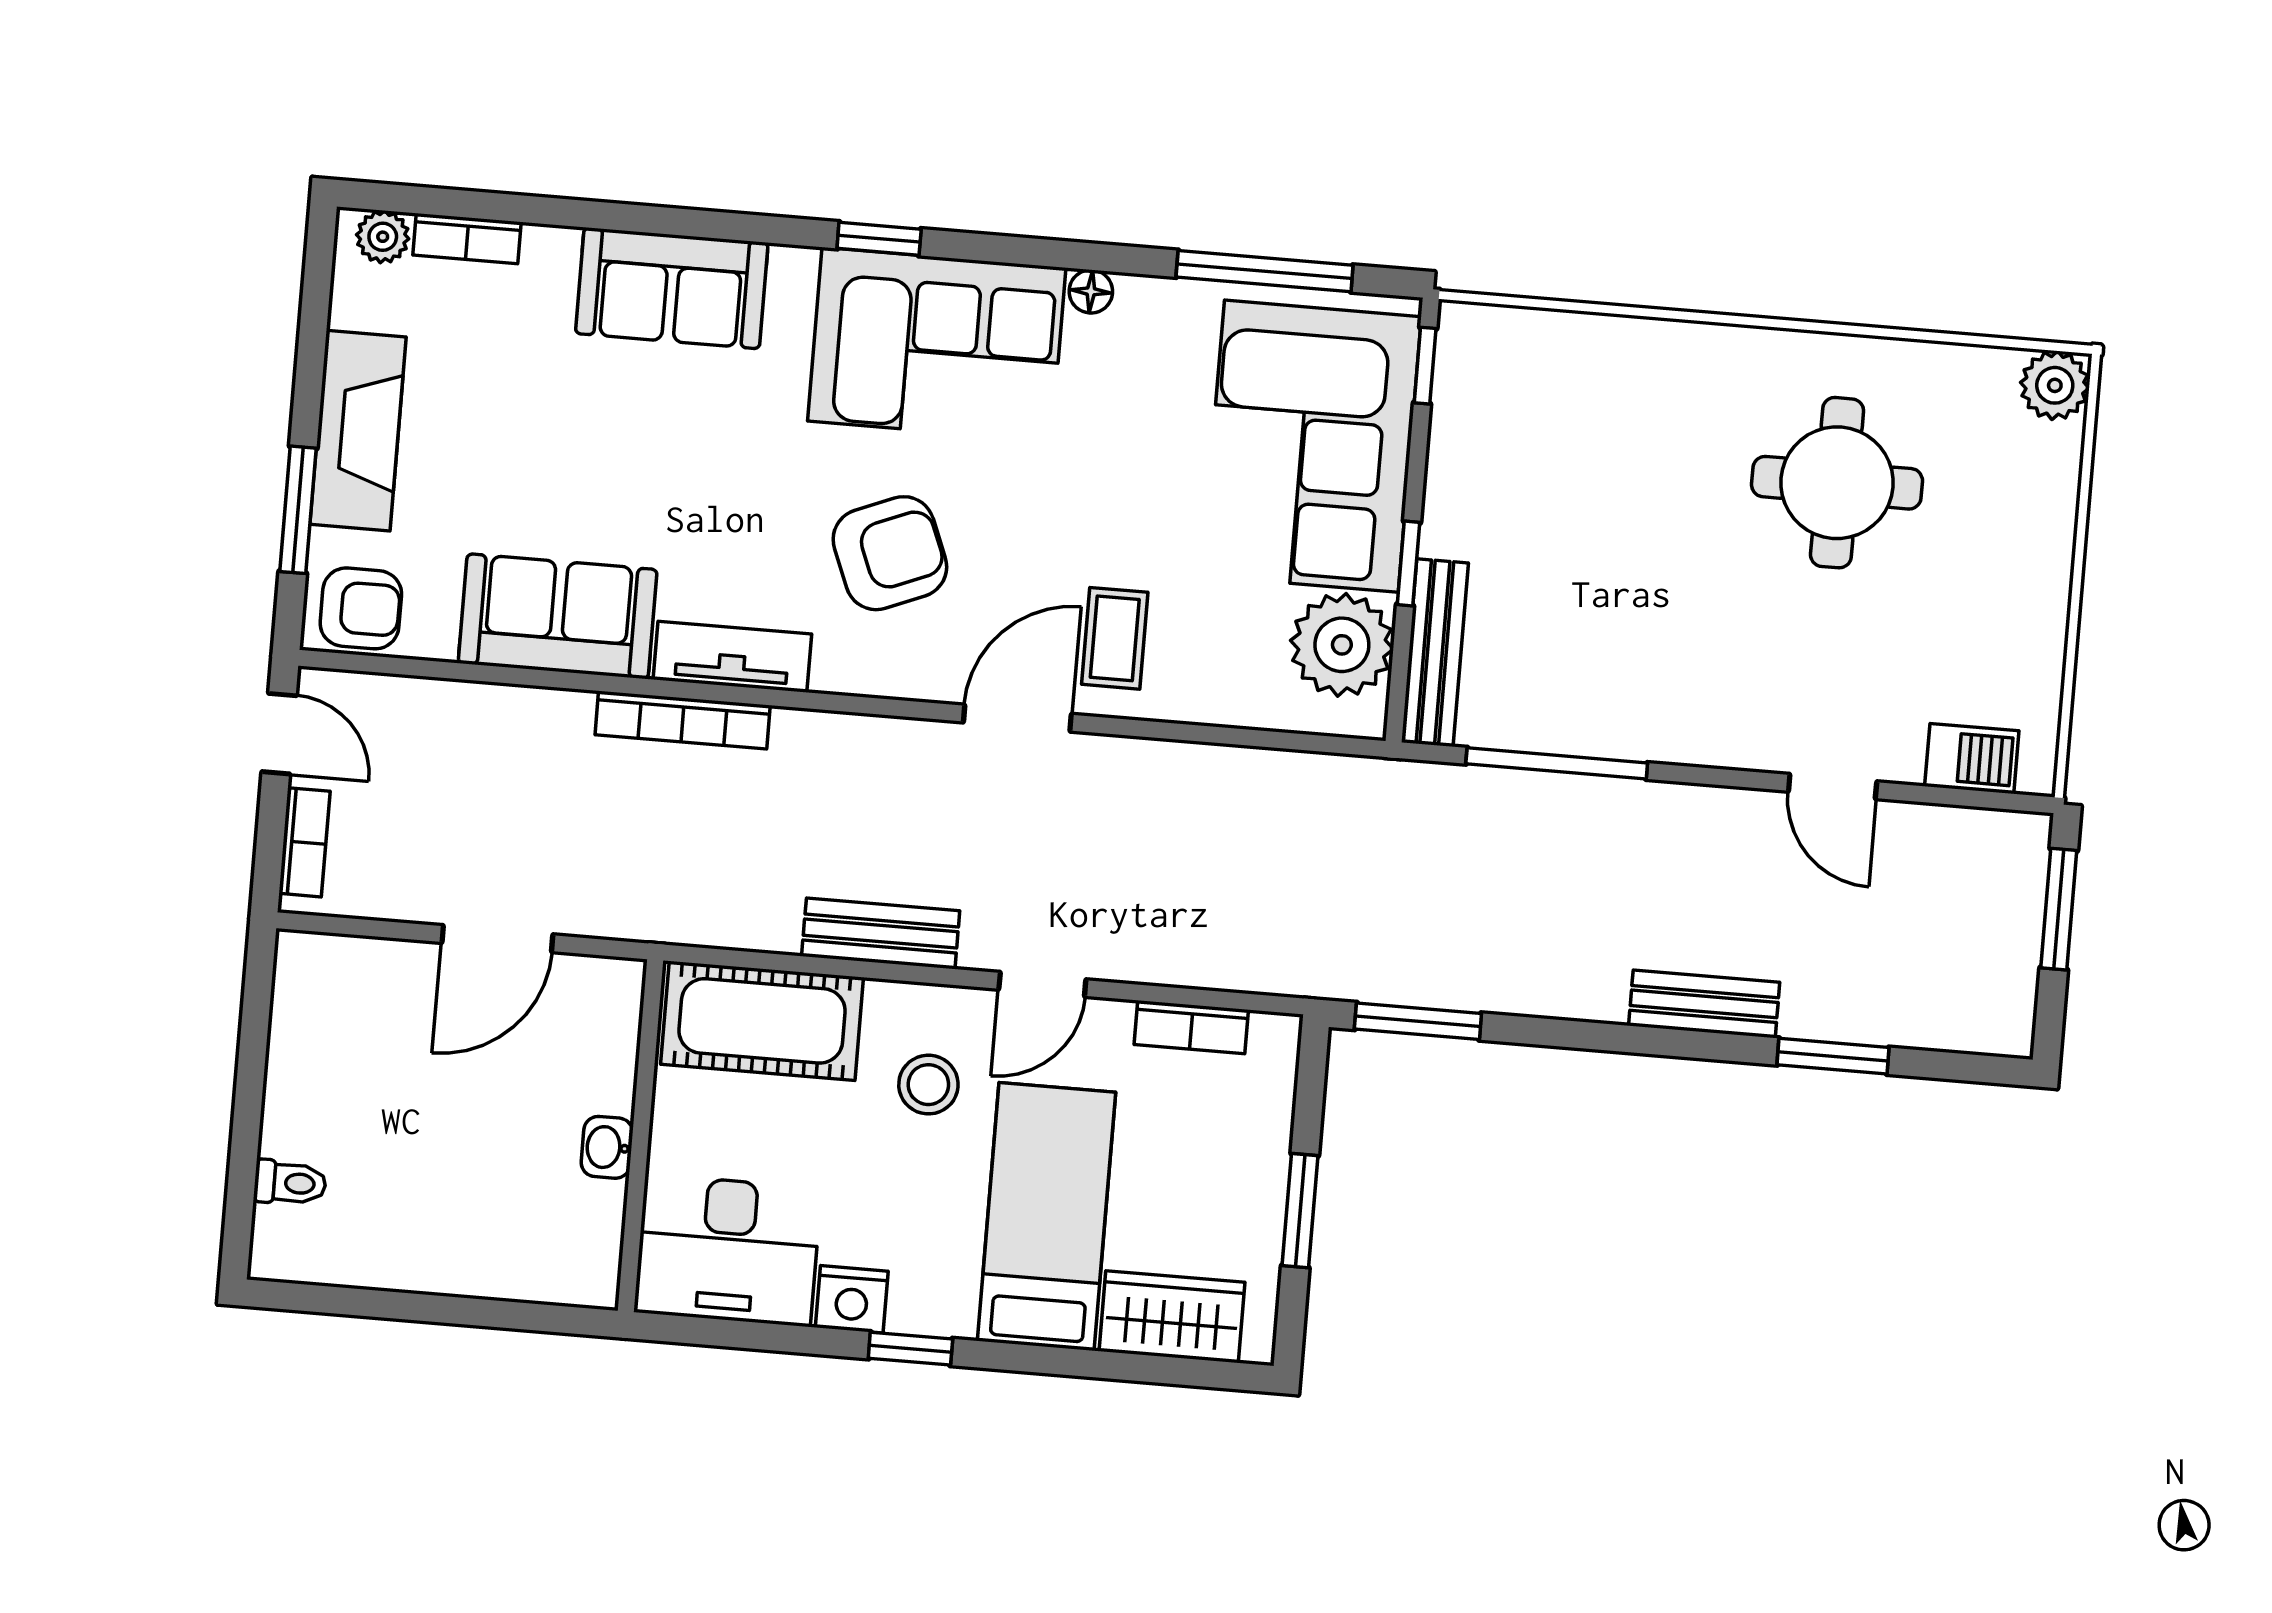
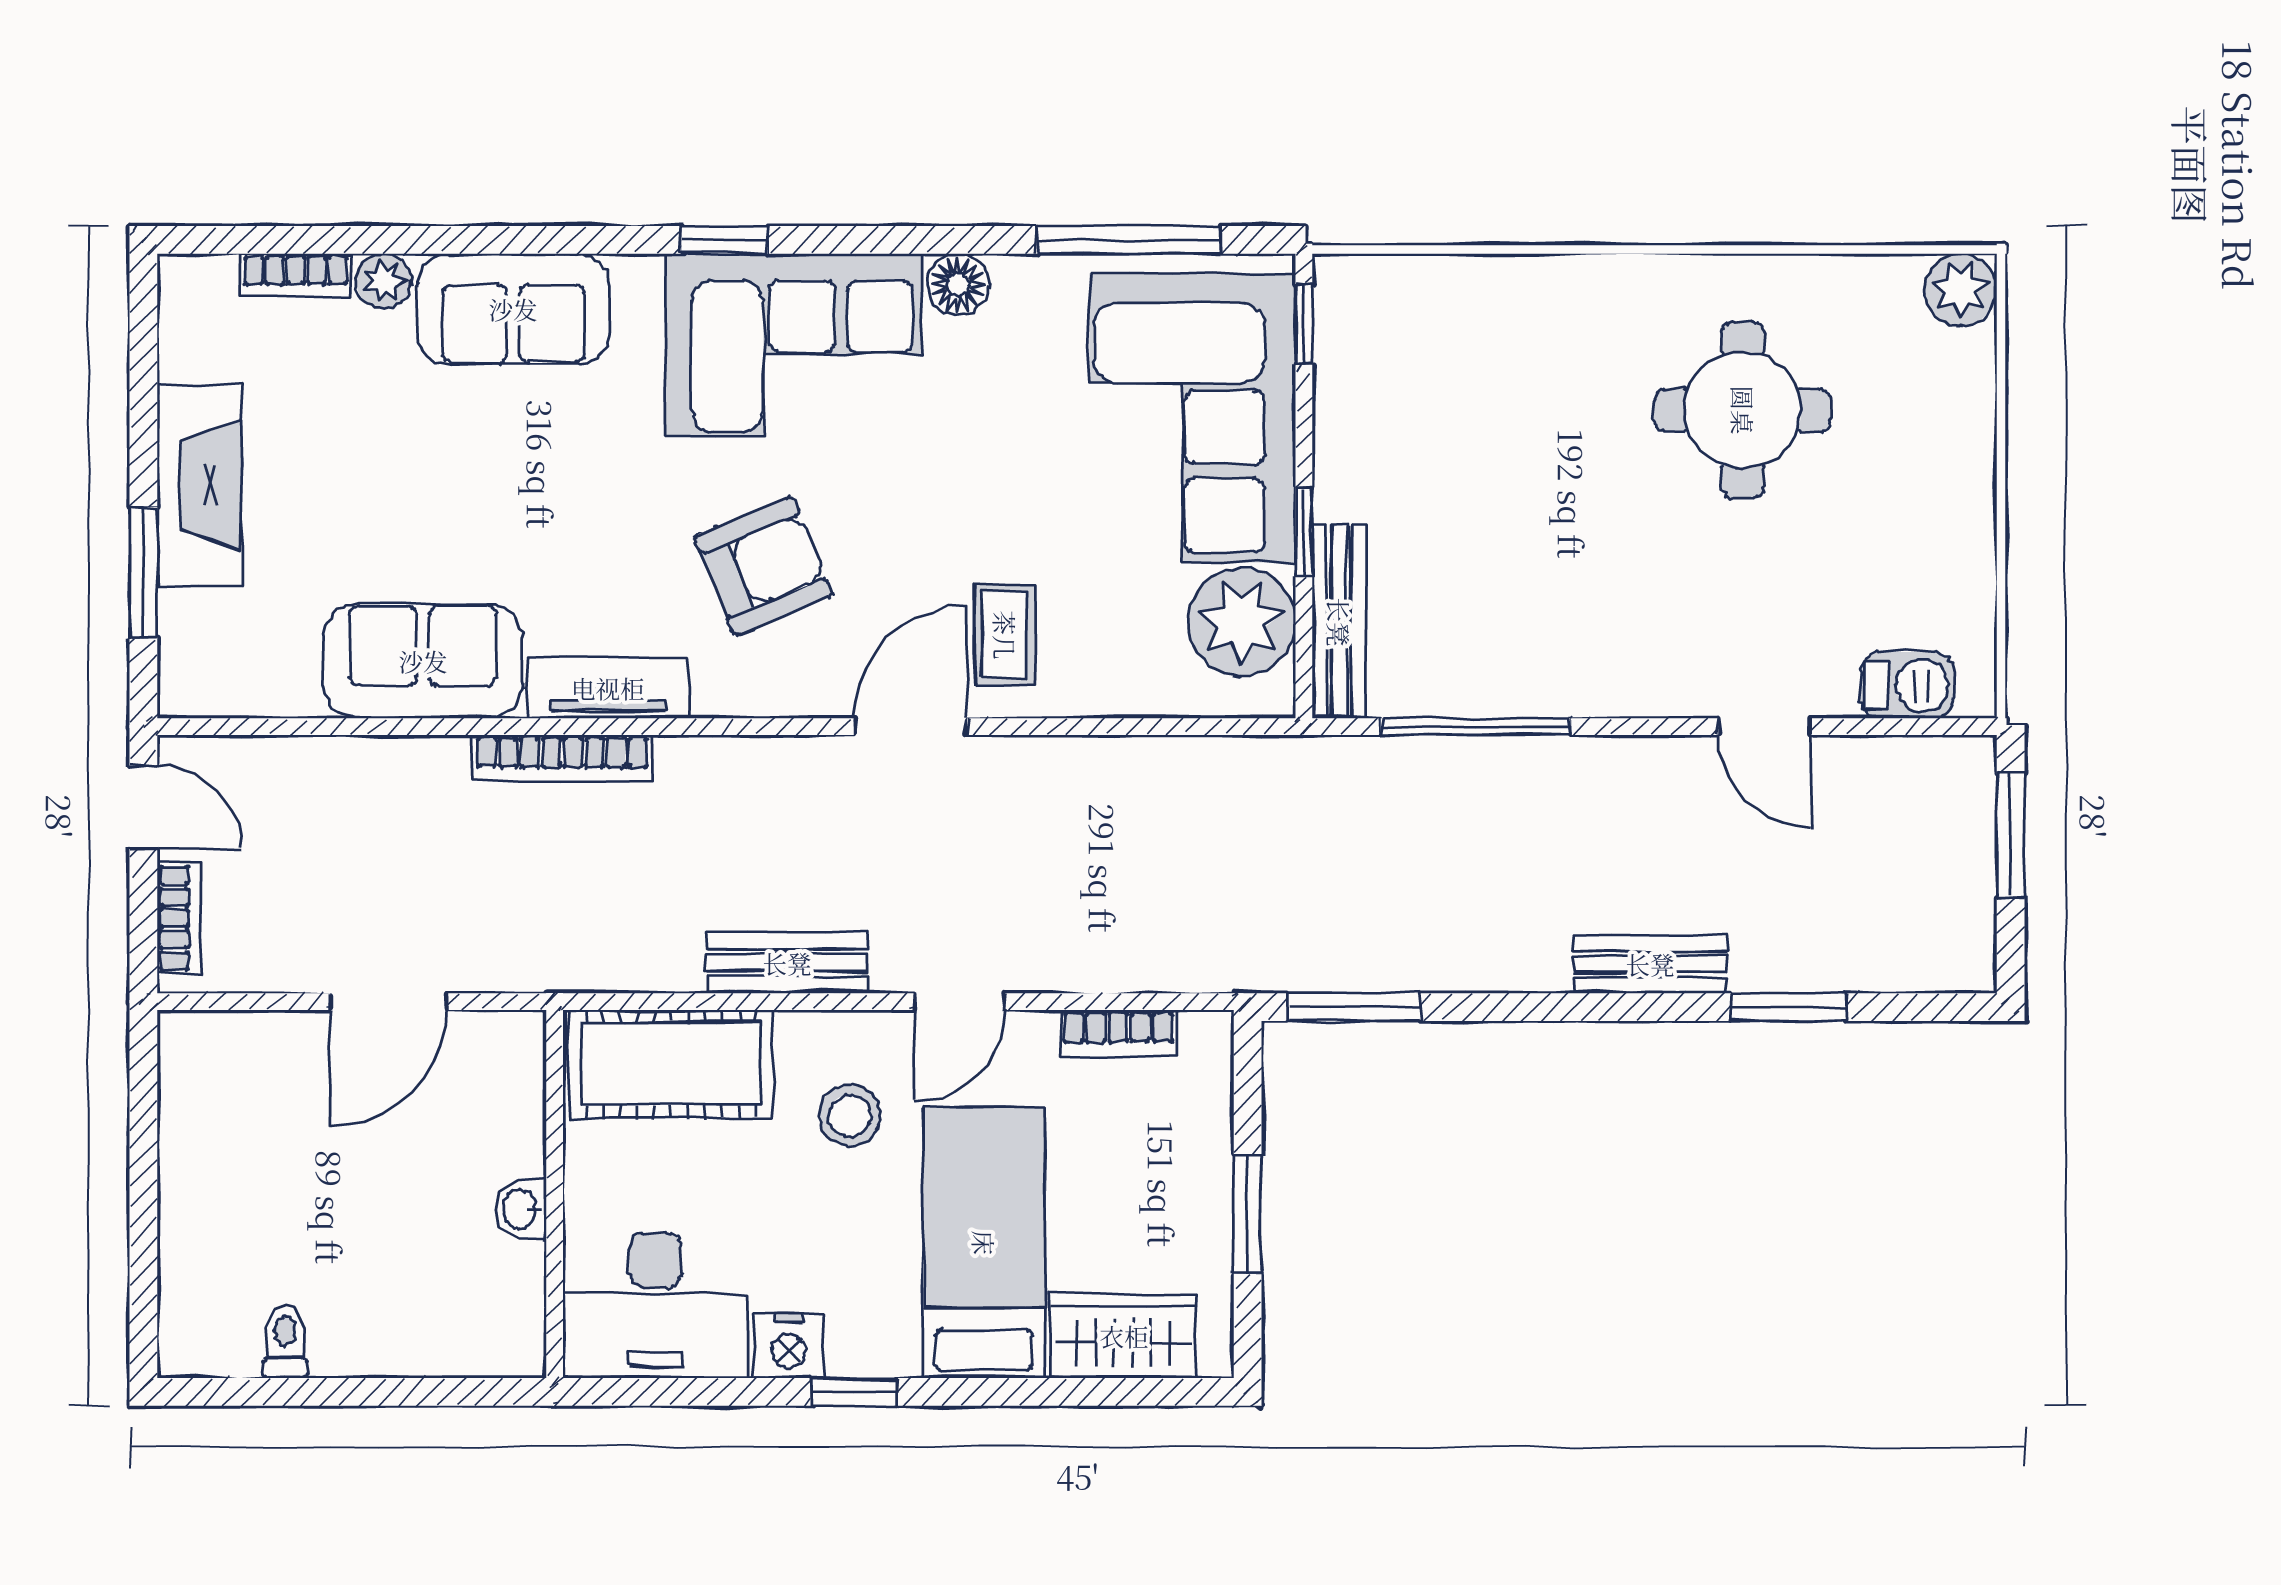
plant: (383, 237) -> (384, 281), moved
floor lamp: (1091, 291) -> (958, 285), width x1.37, depth x1.37
armchair: (361, 608) -> (218, 670), removed
toilet: (290, 1183) -> (285, 1341), moved, turned -90

